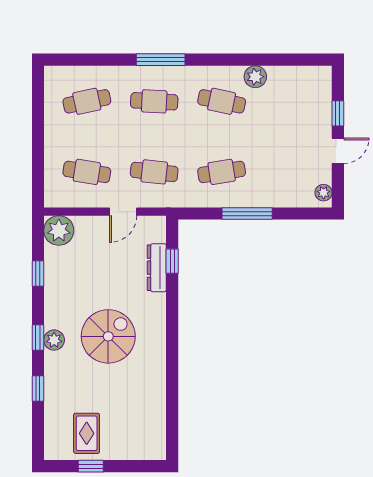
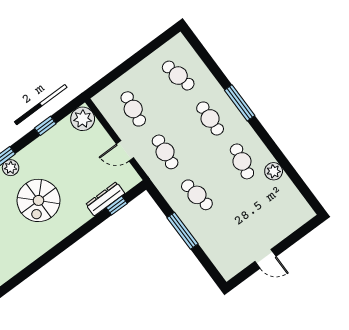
window: (338, 113) -> (289, 241), removed
plant: (324, 193) -> (232, 270), removed
spiral stairs: (108, 336) -> (39, 200), turned 90

